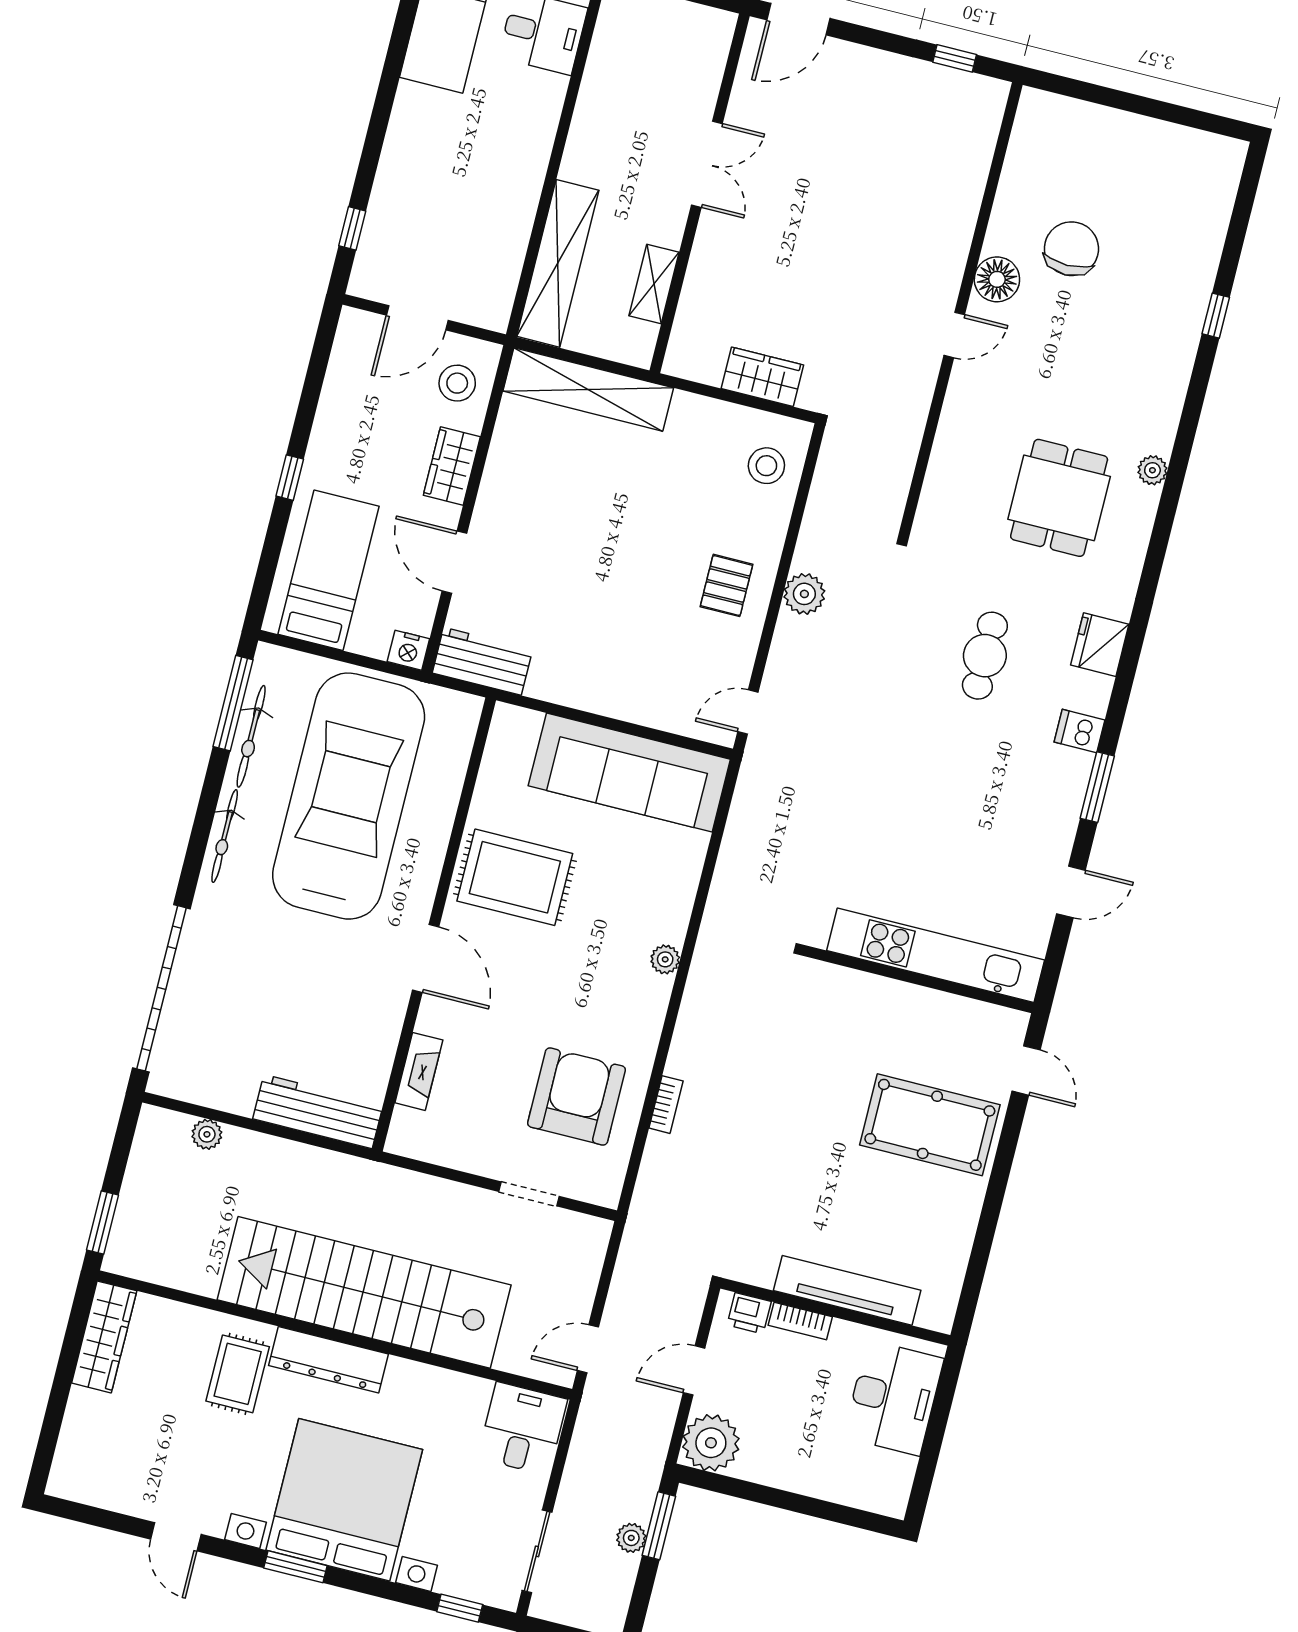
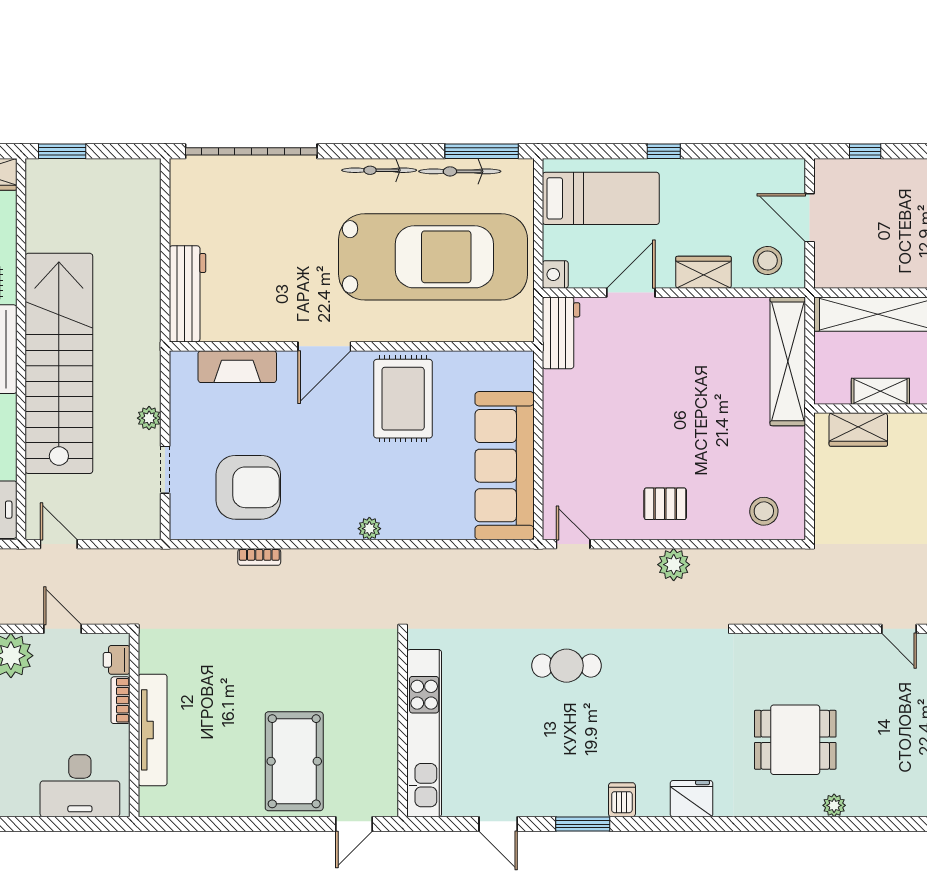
wardrobe: (762, 377) -> (858, 430), moved, turned 90
cafe table: (985, 656) -> (566, 666), moved
fireplace: (419, 1071) -> (237, 367), width x1.37, depth x1.32
plant: (207, 1134) -> (149, 418), moved

